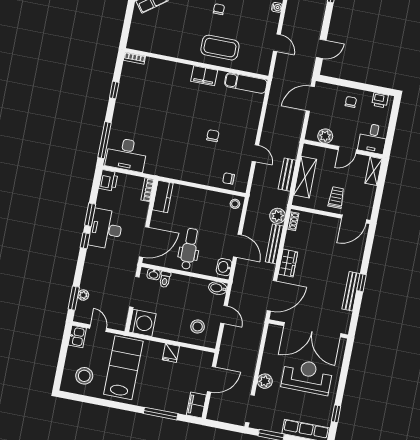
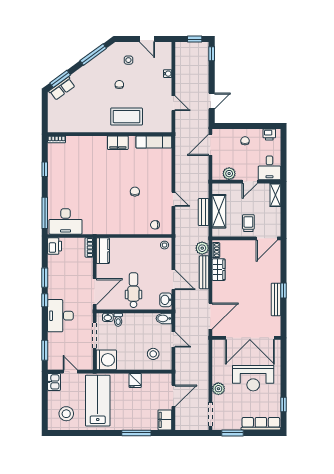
desk: (106, 229) -> (60, 316), moved
wardrobe: (288, 263) -> (219, 270), moved
plant: (83, 295) -> (52, 346), removed
reception desk: (307, 377) -> (253, 378), turned 180

